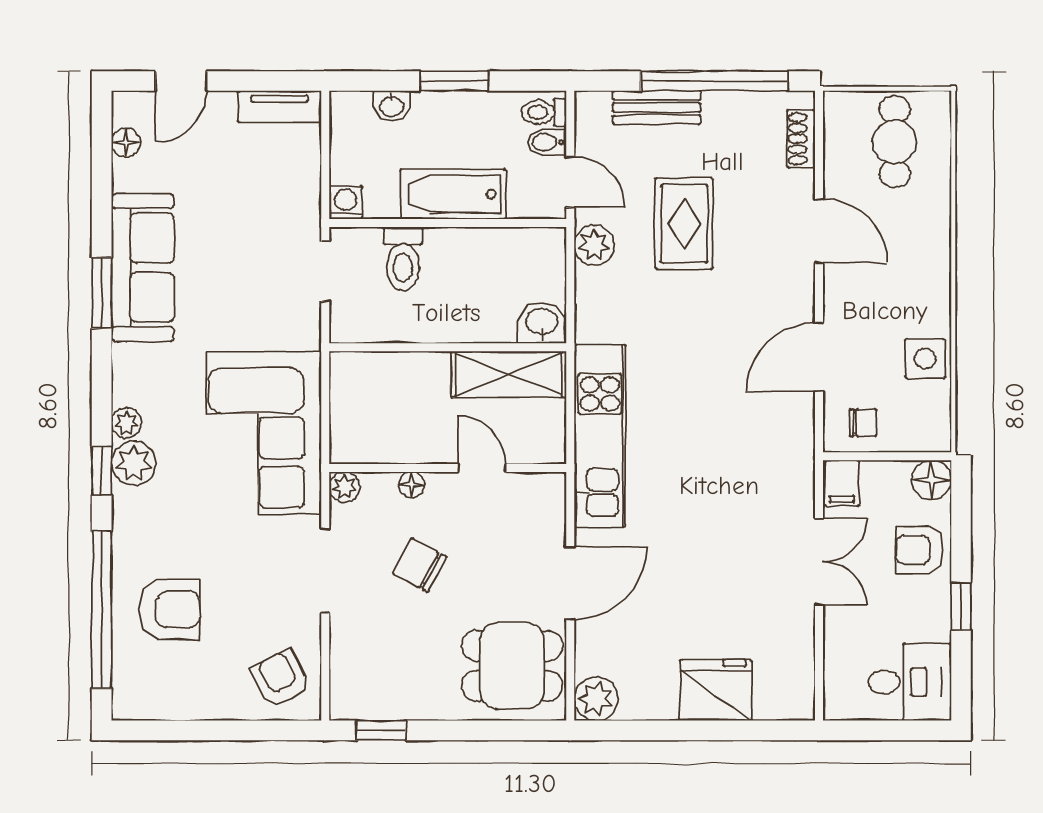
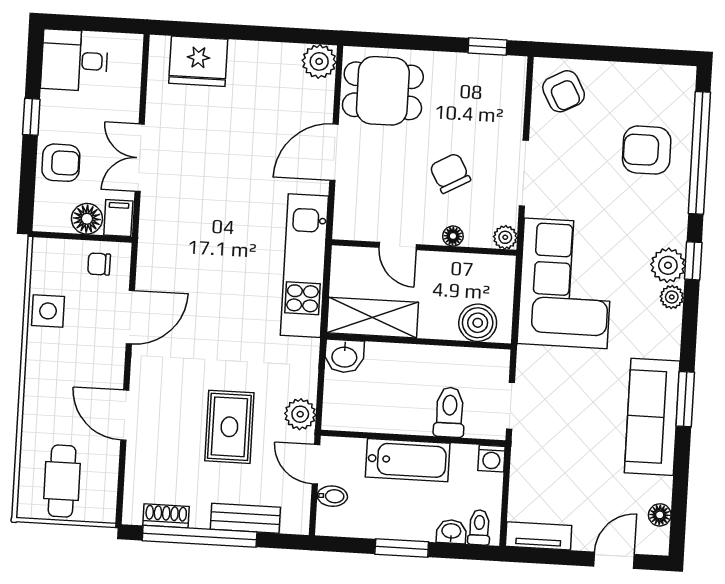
toilet: (544, 112) -> (479, 527), moved, turned -90
shoe rack: (801, 139) -> (166, 516), moved, turned -90
boiler: (373, 375) -> (478, 323), added
floor lamp: (932, 480) -> (87, 219), moved
chair: (420, 565) -> (450, 173), turned -147
fridge: (716, 690) -> (198, 61), moved

